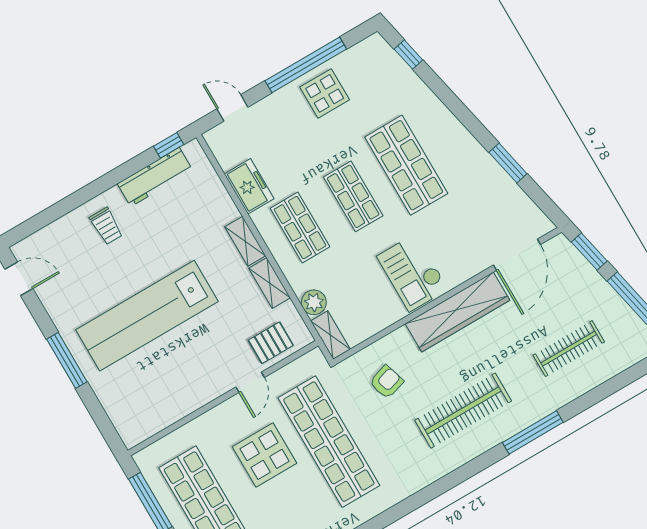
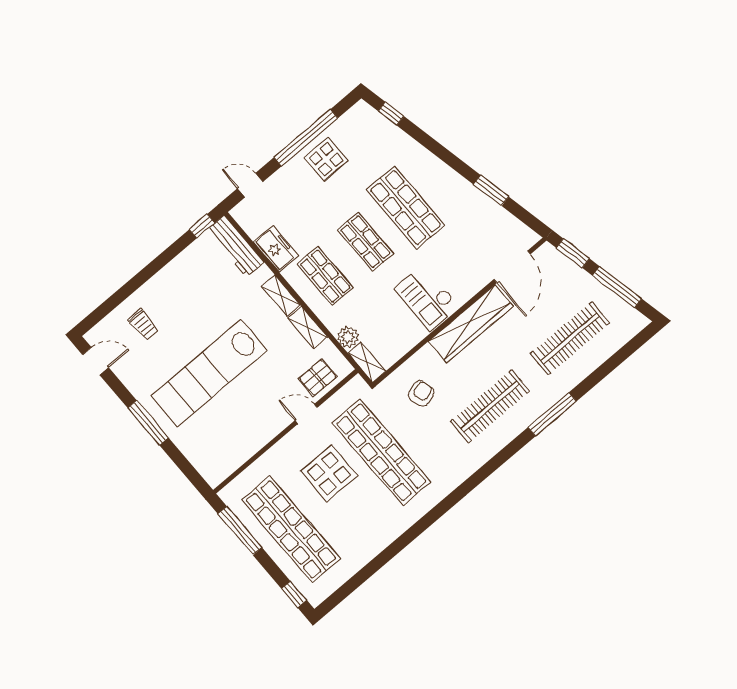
workbench: (155, 177) -> (235, 246), moved, turned 90
trolley: (106, 226) -> (143, 324), moved
clothes rail: (569, 349) -> (570, 338), width x1.37, depth x1.31
door: (250, 382) -> (306, 414), swing flipped

